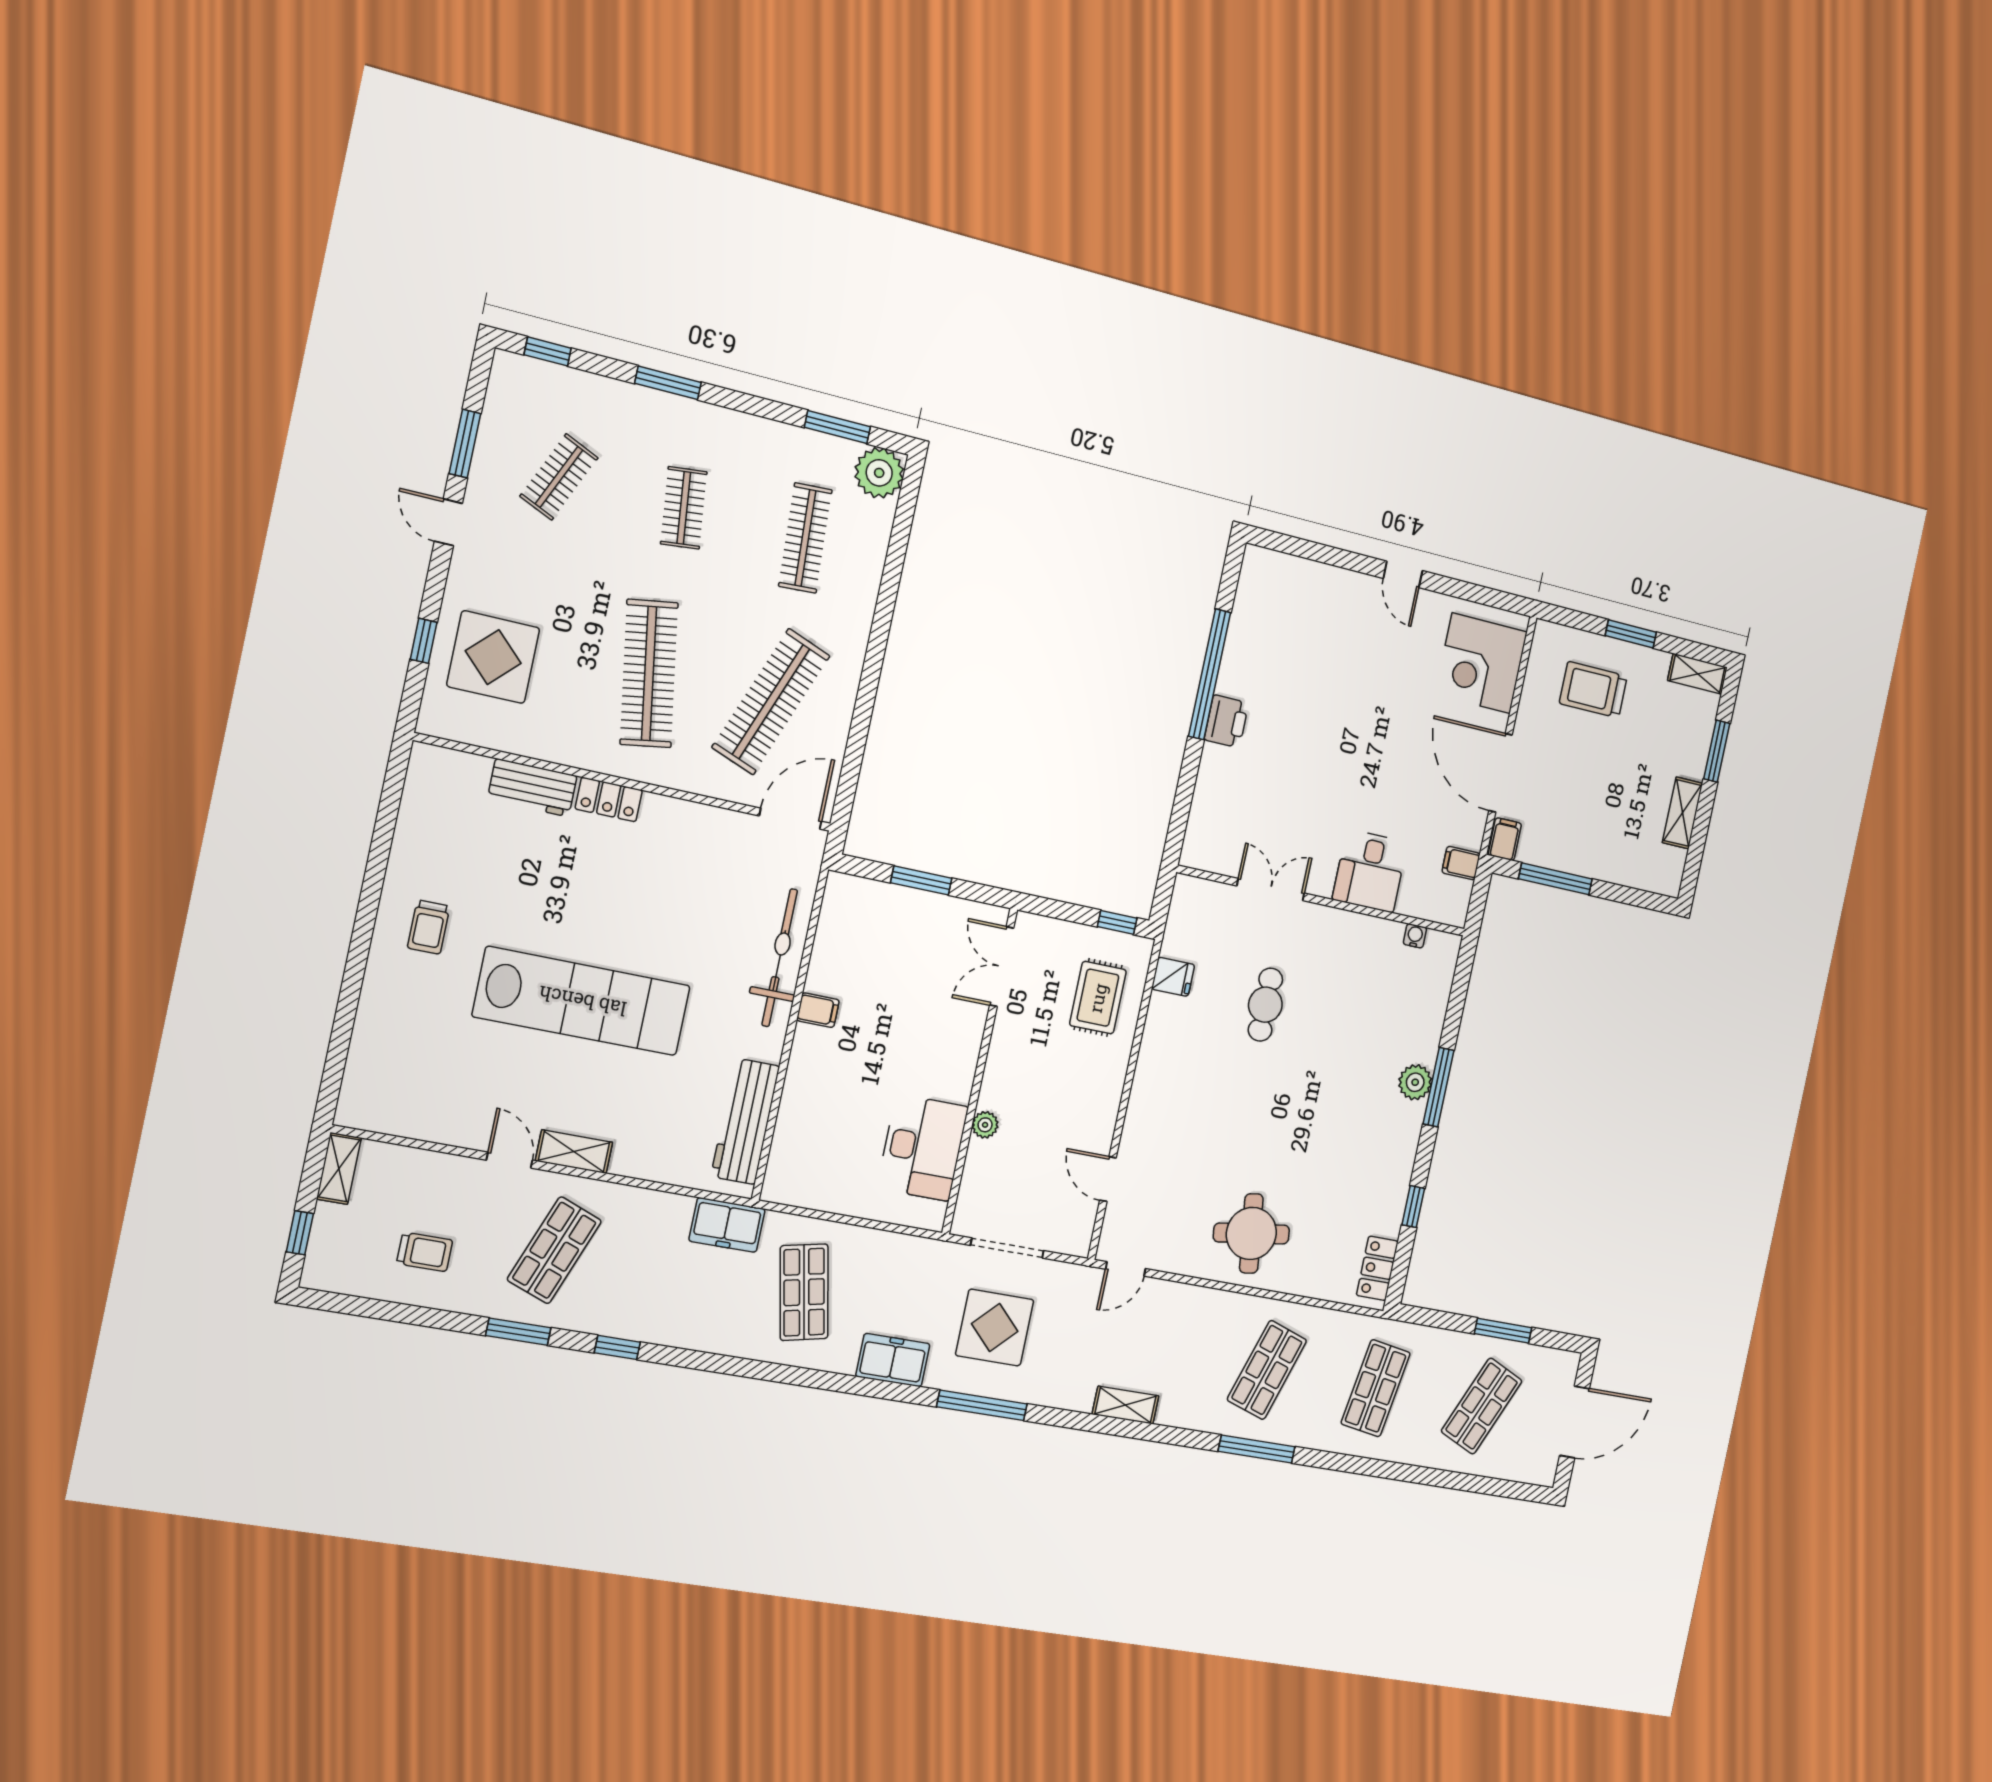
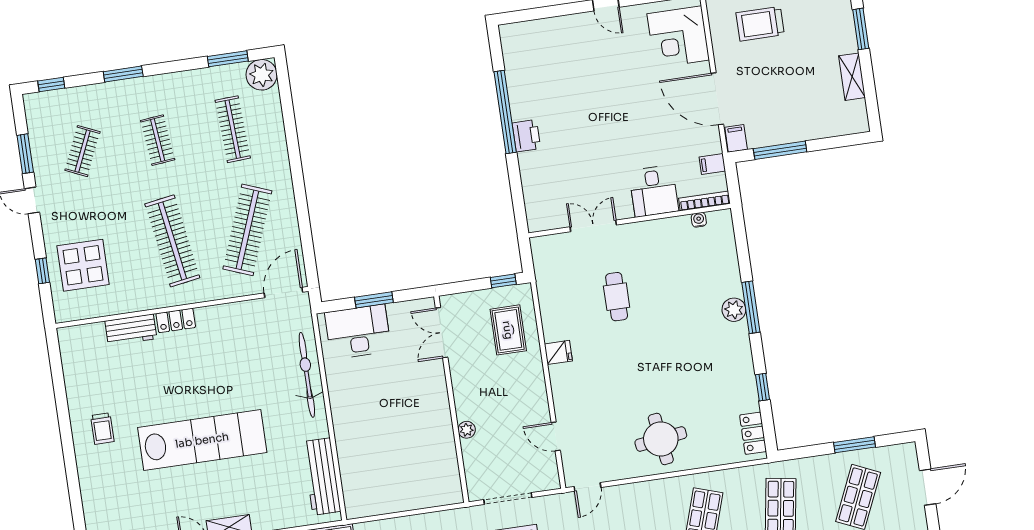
bookcase: (1432, 912) -> (704, 201), added
fridge: (1173, 977) -> (558, 352), moved
filing cabinet: (818, 1010) -> (341, 397), removed
desk: (923, 1148) -> (358, 332), moved, turned -90
door: (1575, 1422) -> (928, 487), width x0.73

